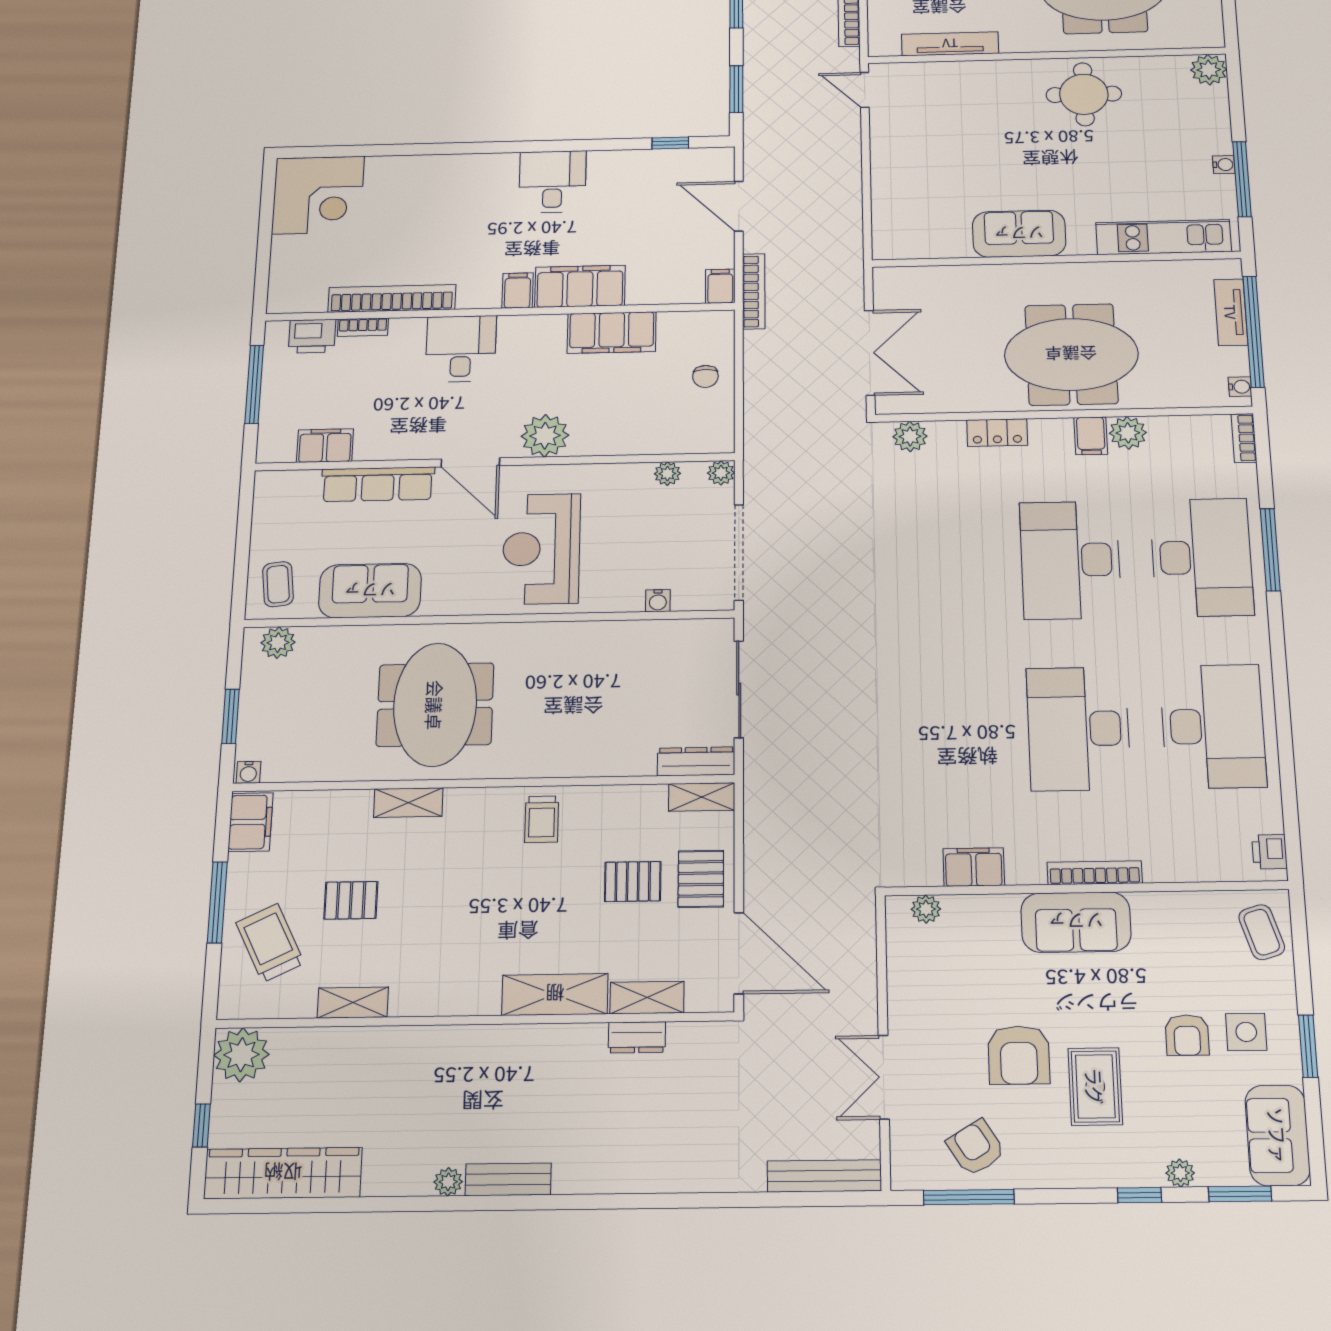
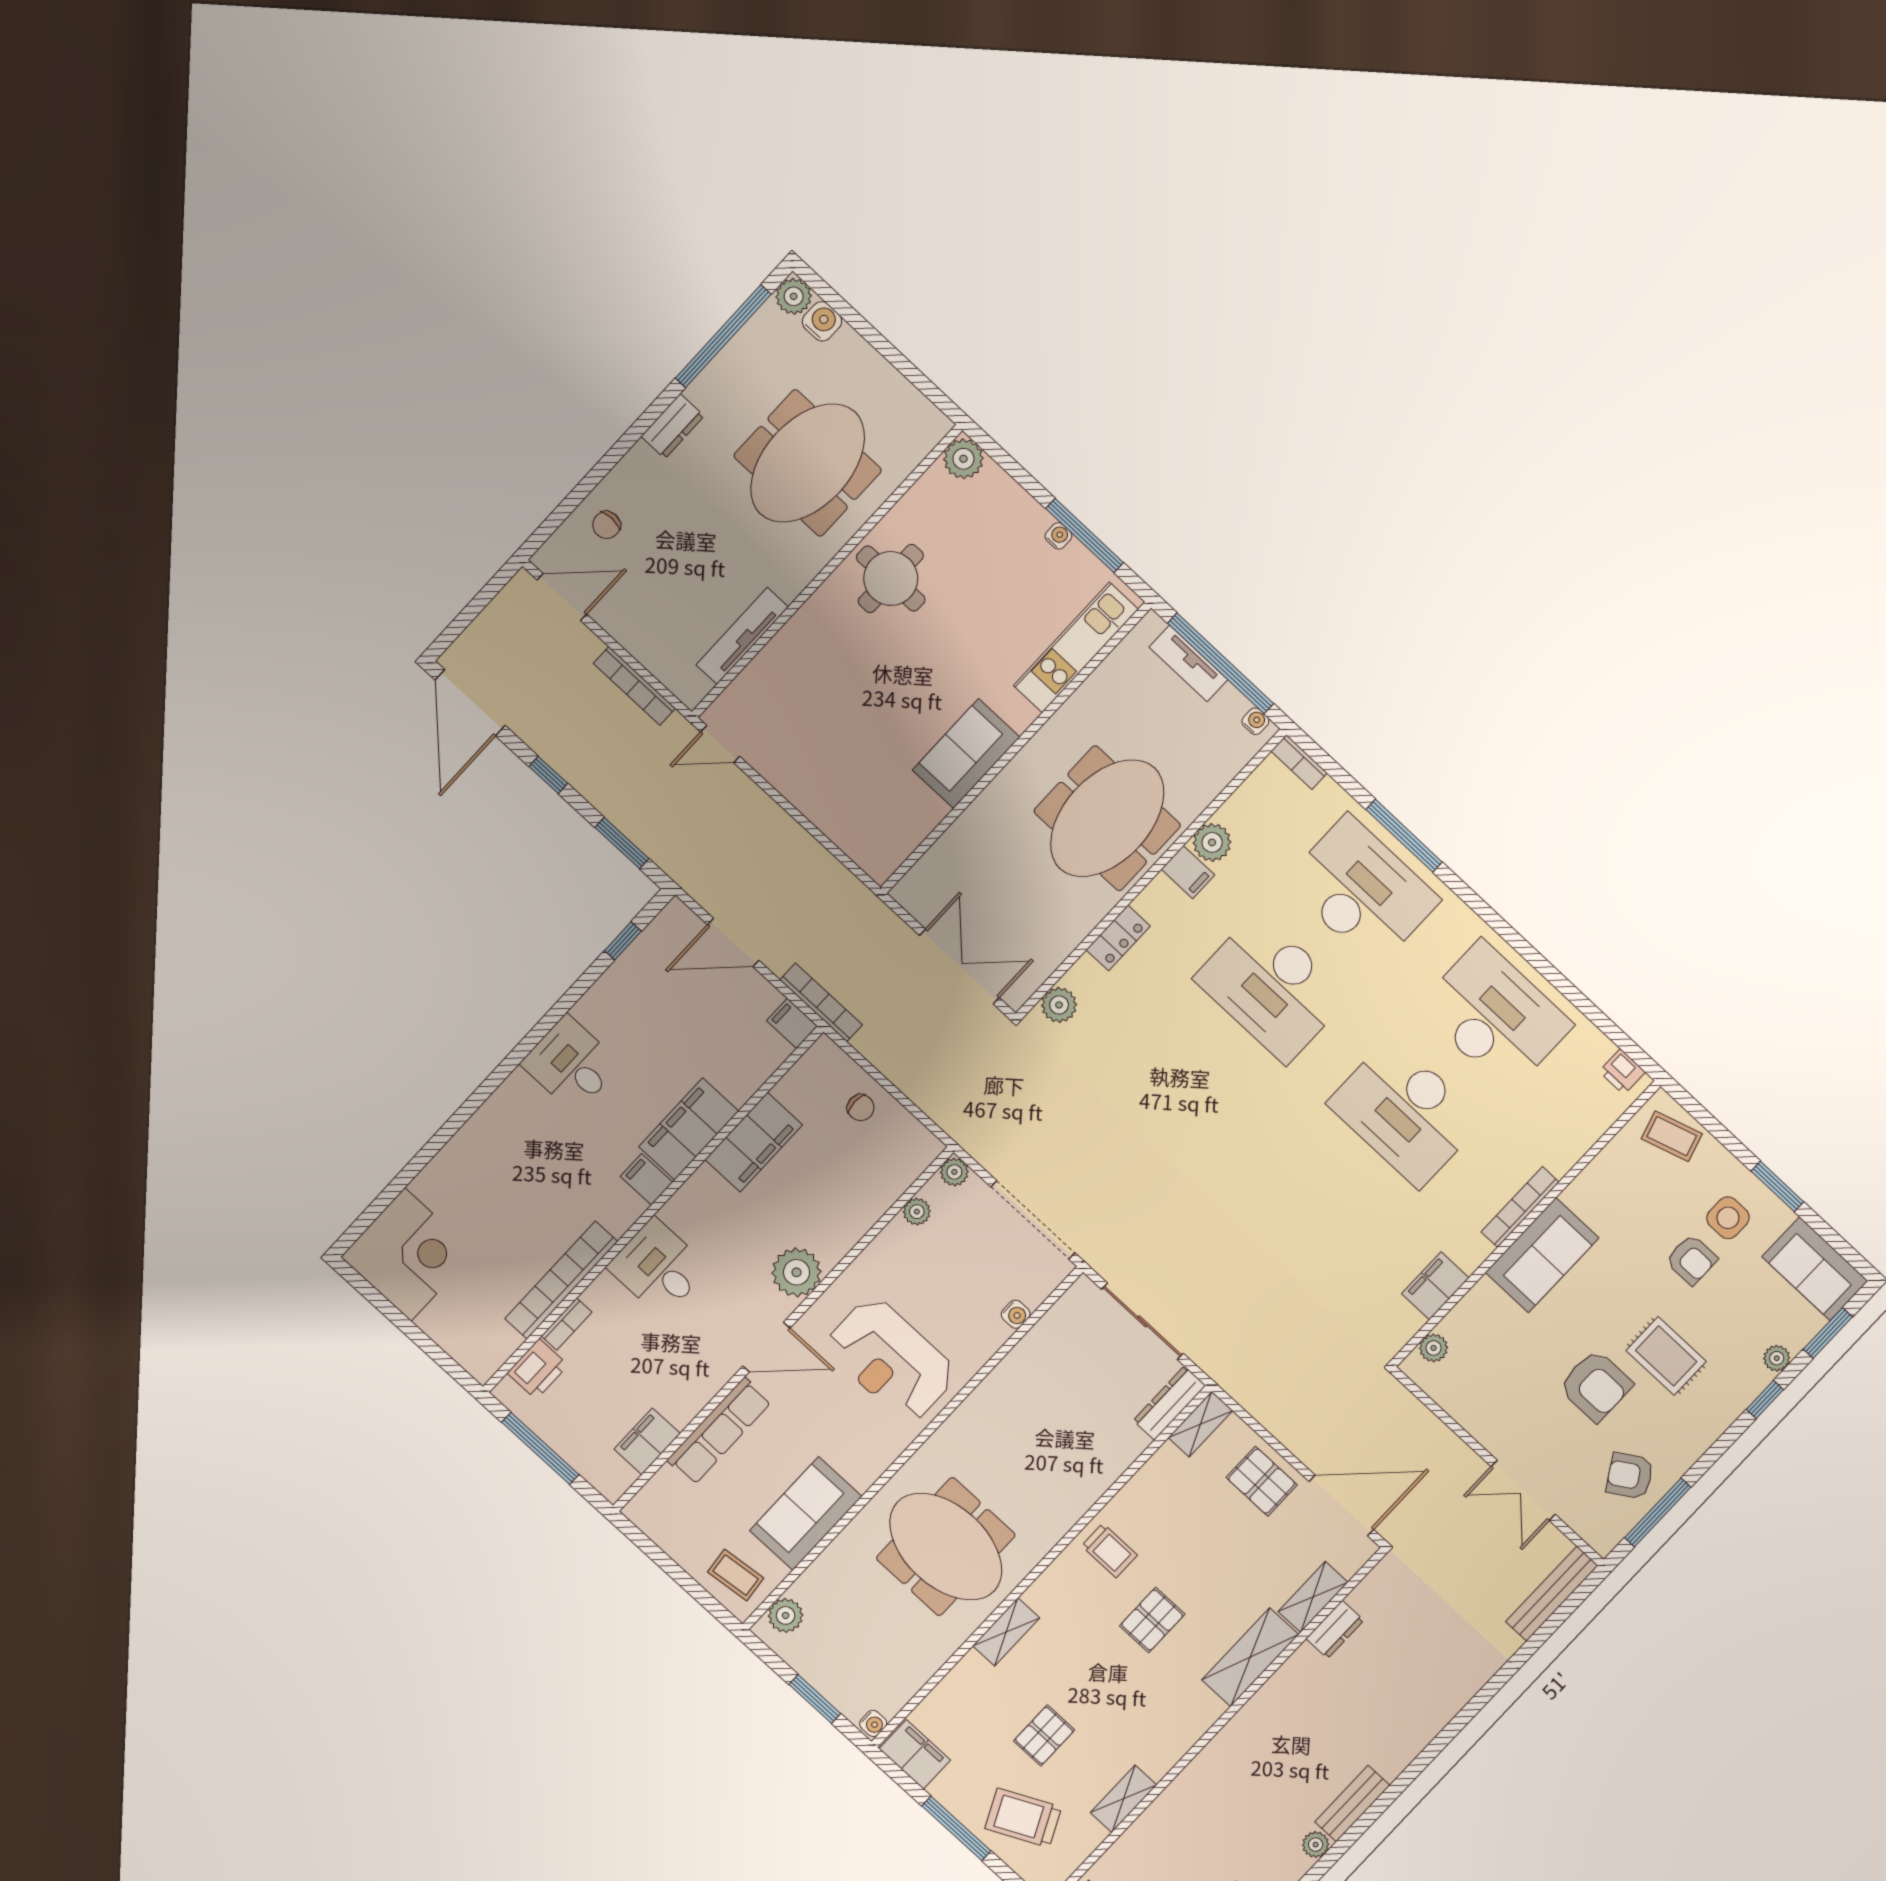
pallet: (633, 882) -> (1152, 1620), moved

